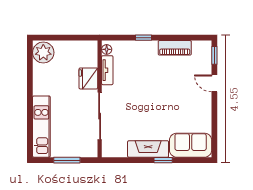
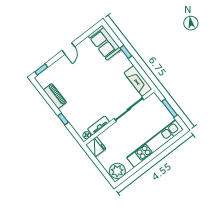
fridge: (88, 78) -> (96, 147), moved, turned -90
door: (214, 83) -> (68, 48), moved
kitchen unit: (41, 127) -> (155, 143), width x1.36
fireplace: (148, 149) -> (138, 81), moved

